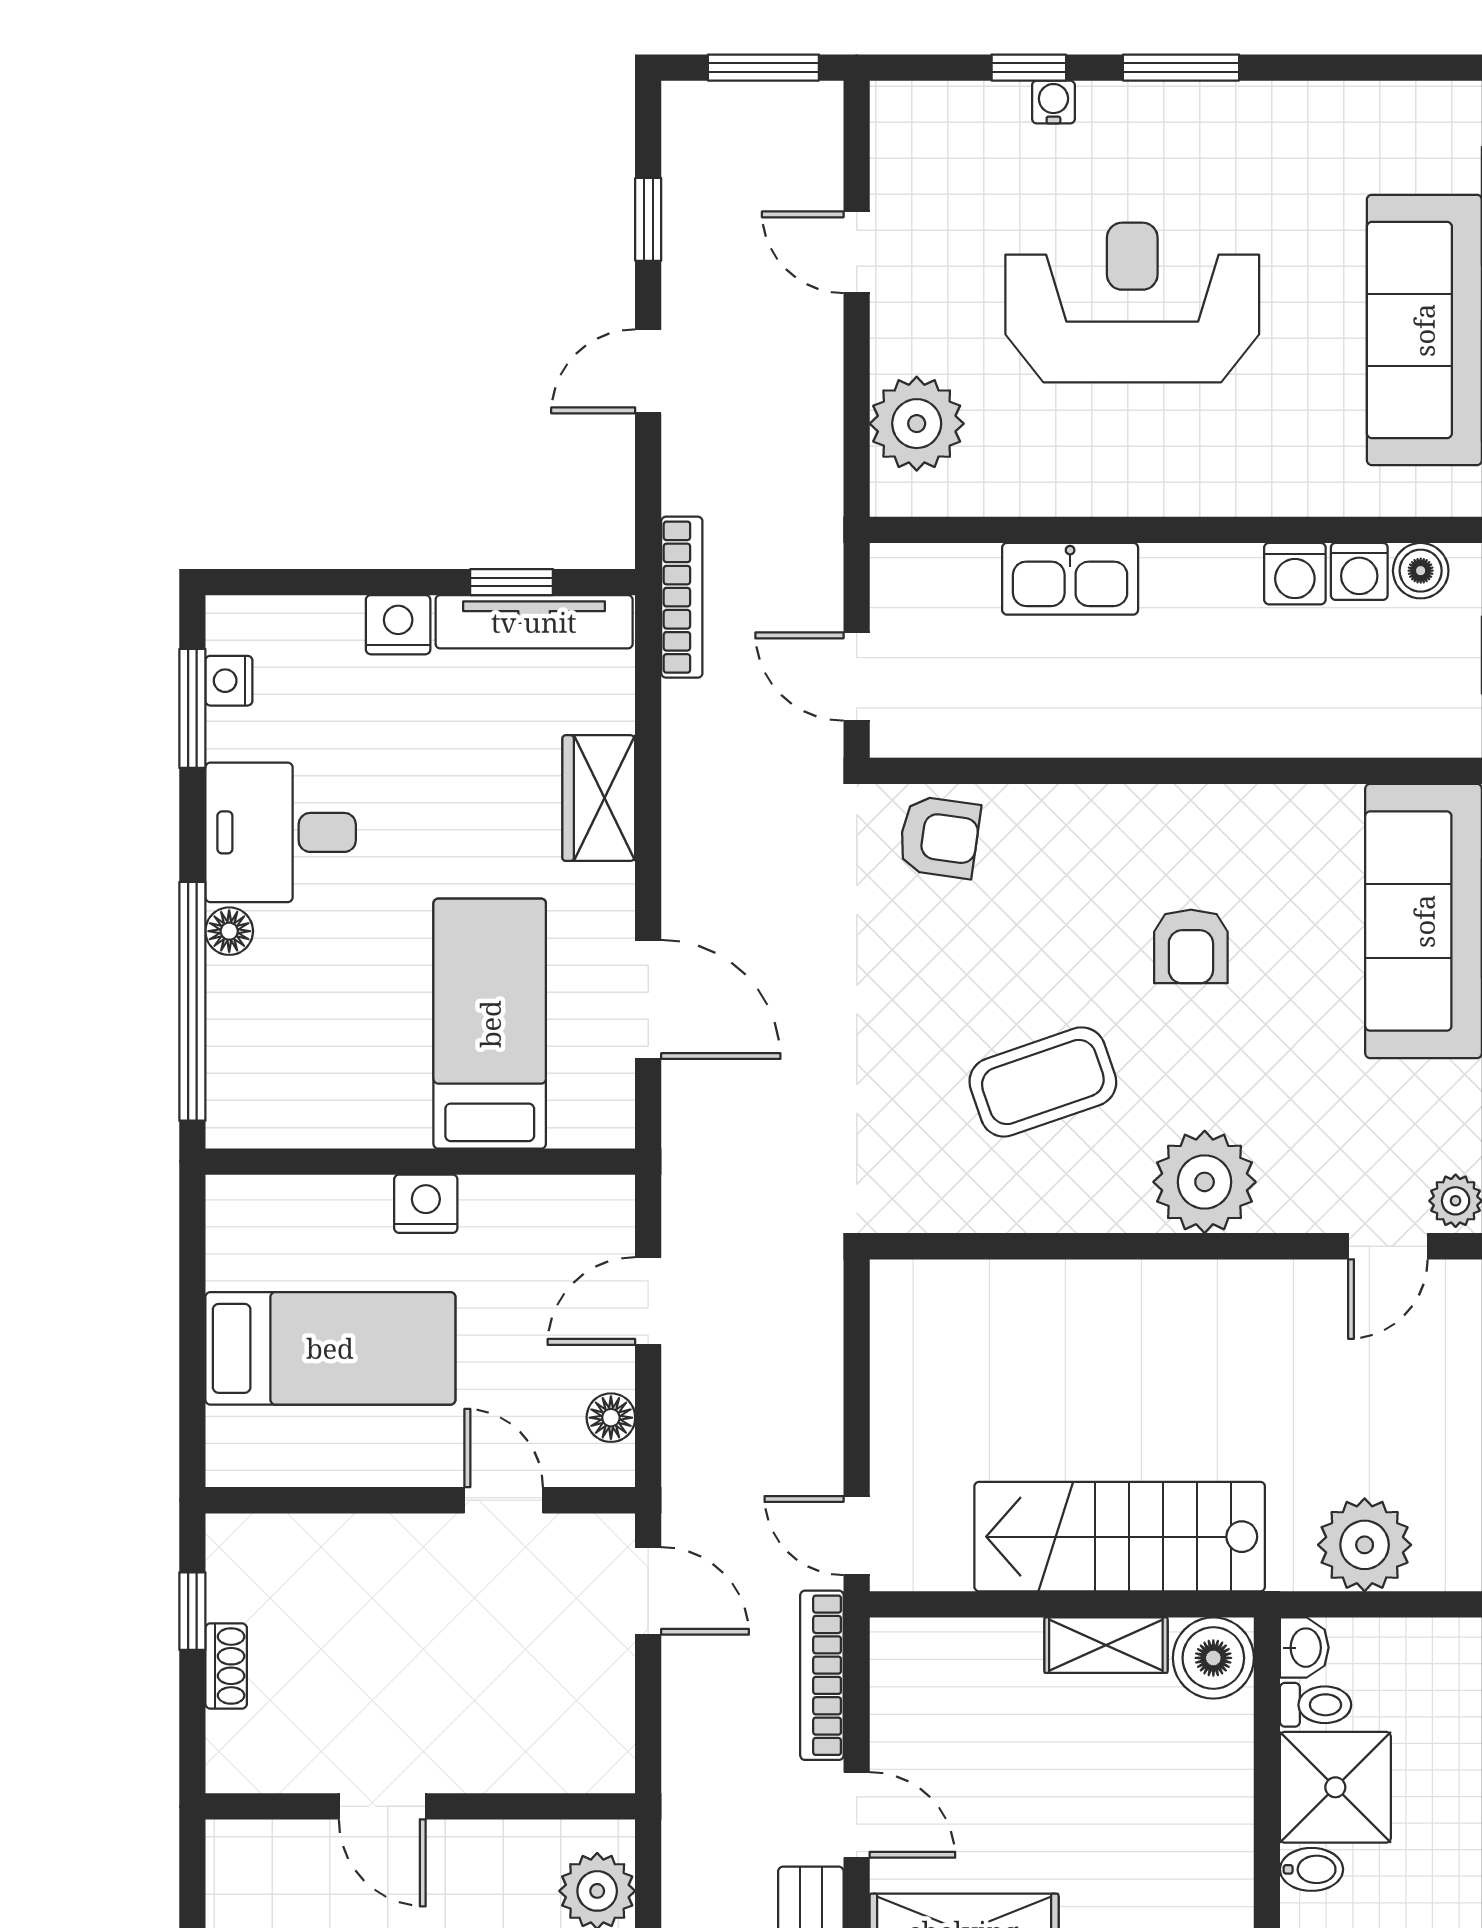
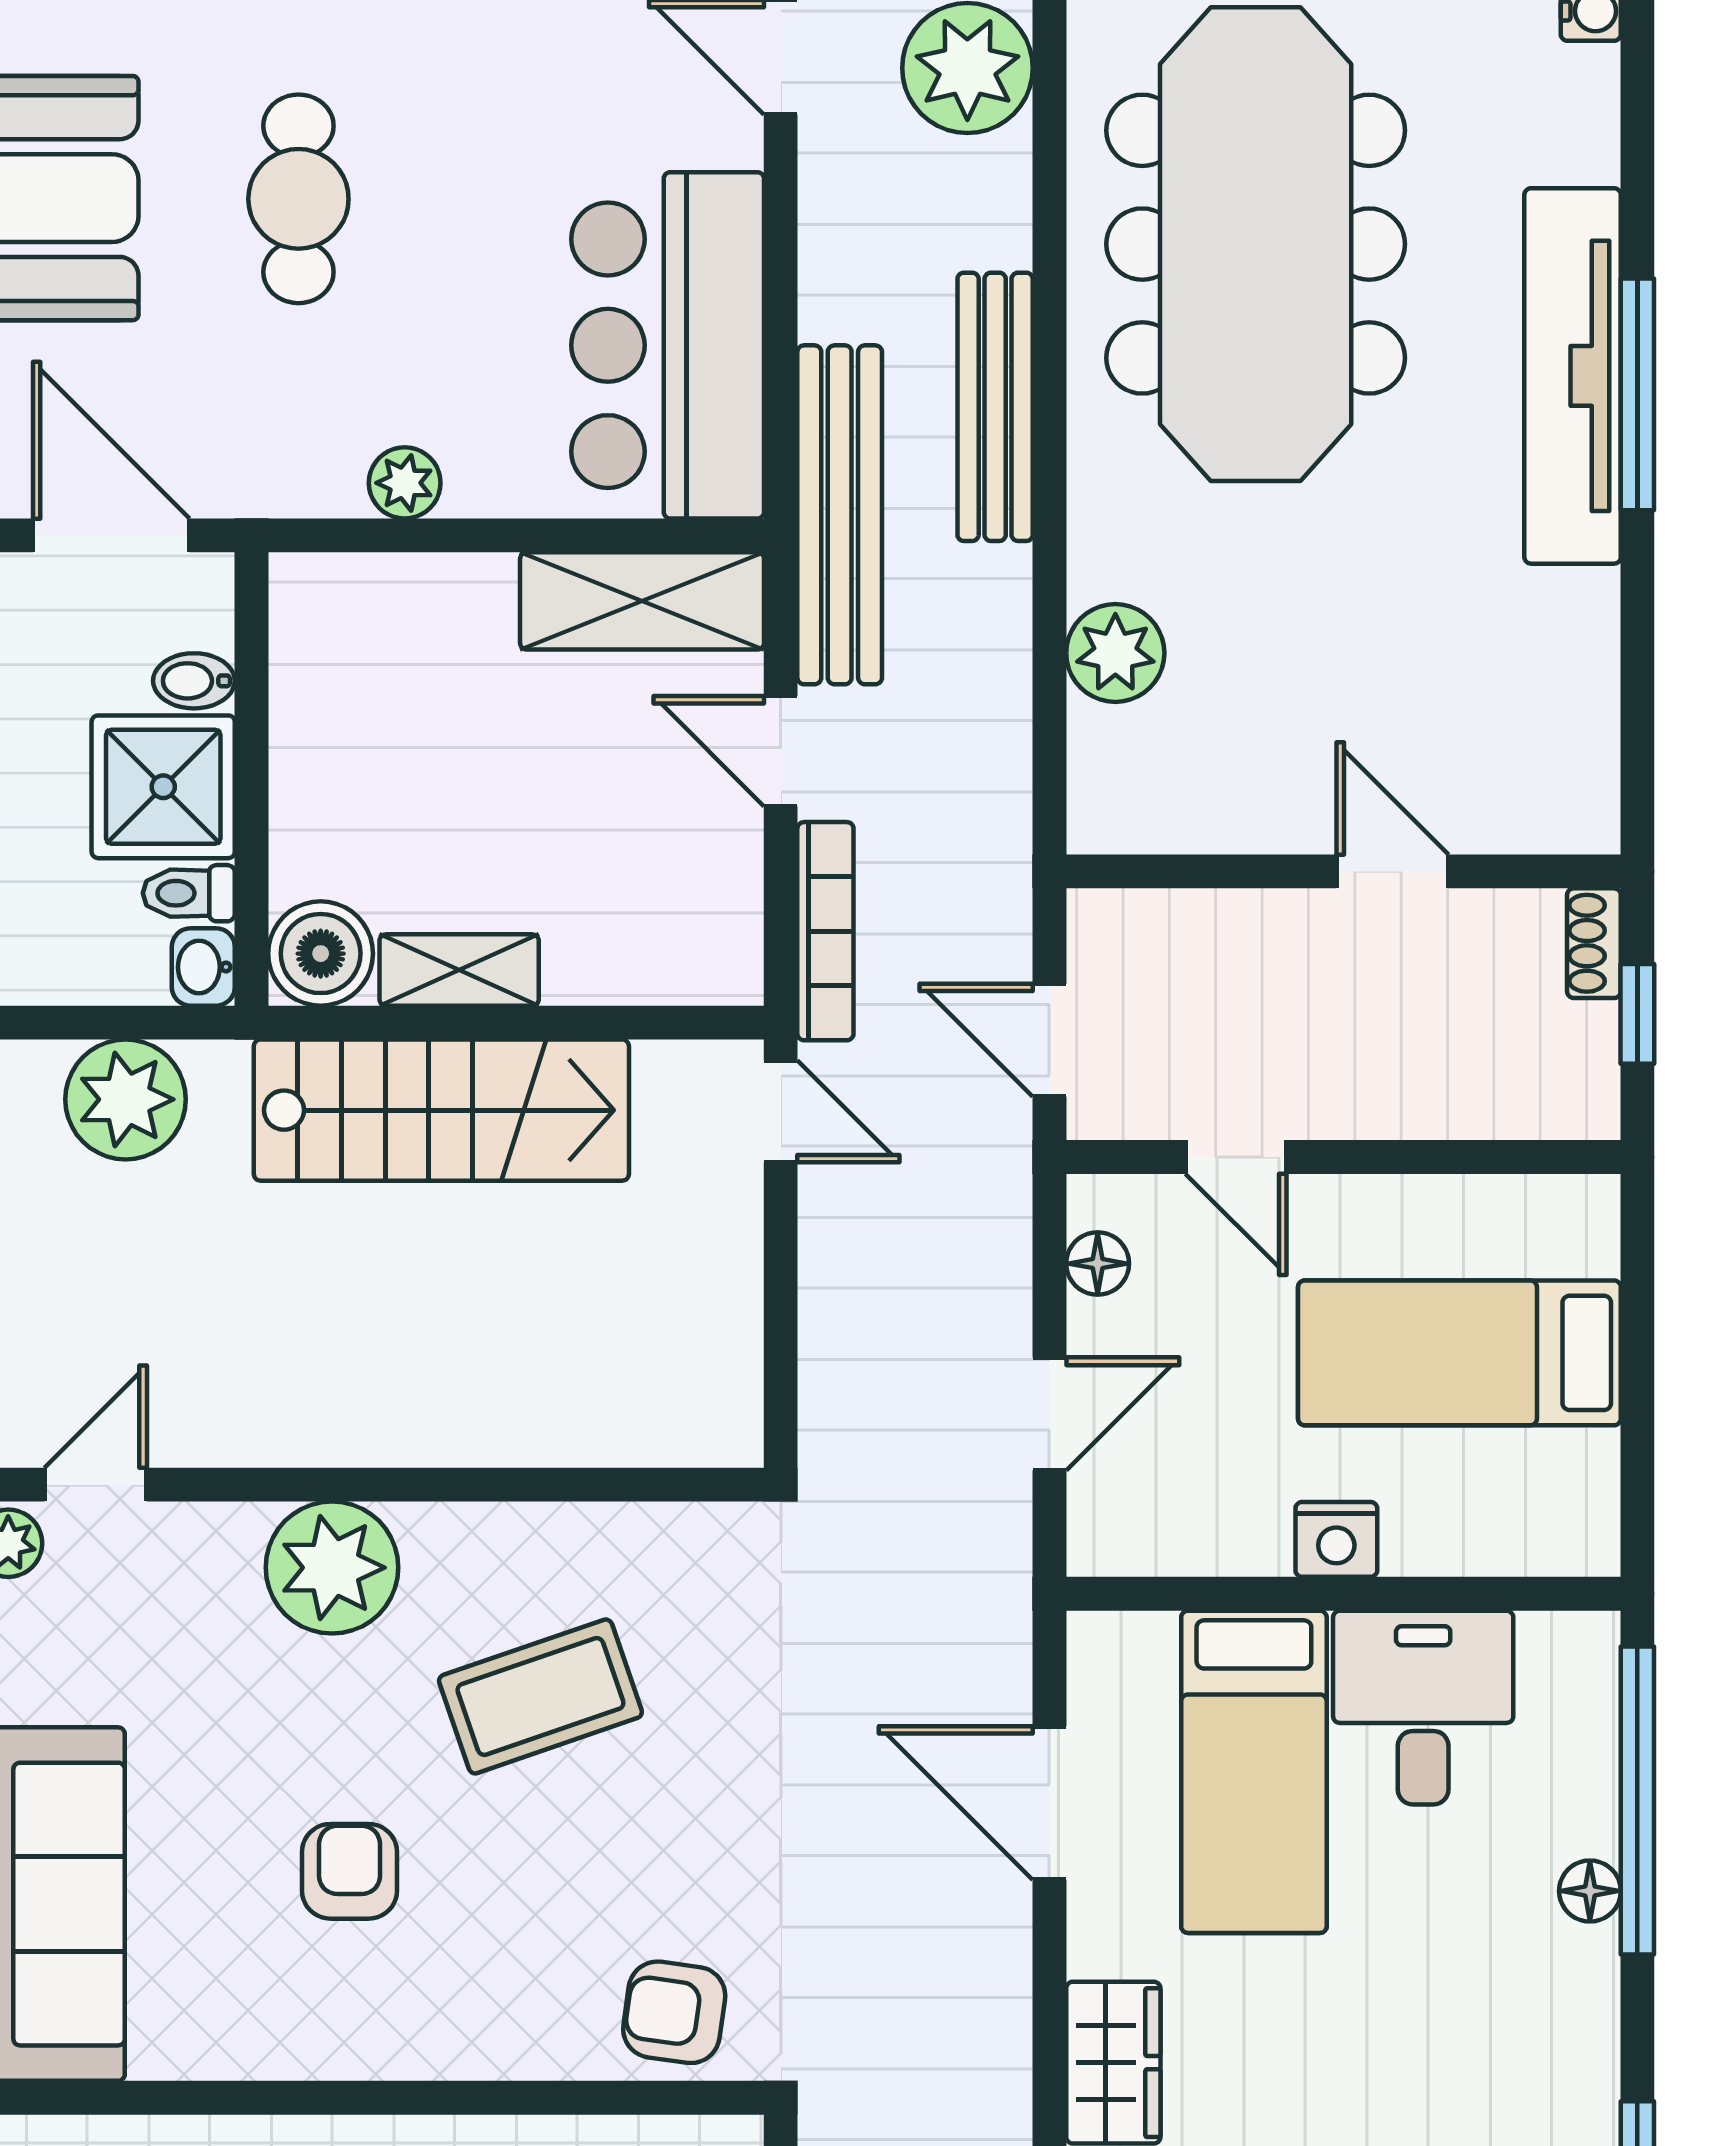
desk: (281, 832) -> (1423, 1708), moved, turned -90
door: (382, 1806) -> (1393, 871), moved
wall: (420, 1806) -> (1343, 871), moved

